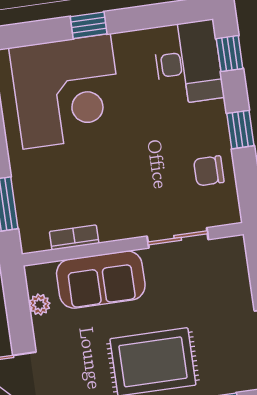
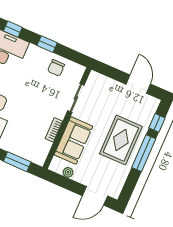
bookcase: (74, 237) -> (54, 130), moved

